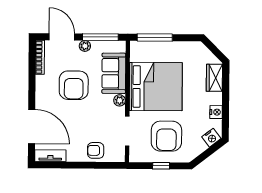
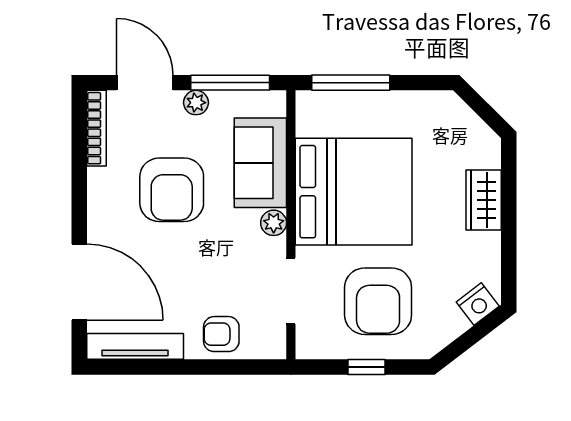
wardrobe: (214, 78) -> (484, 200), moved
nightstand: (216, 112) -> (488, 247), removed
tv unit: (50, 156) -> (135, 346), width x1.41

